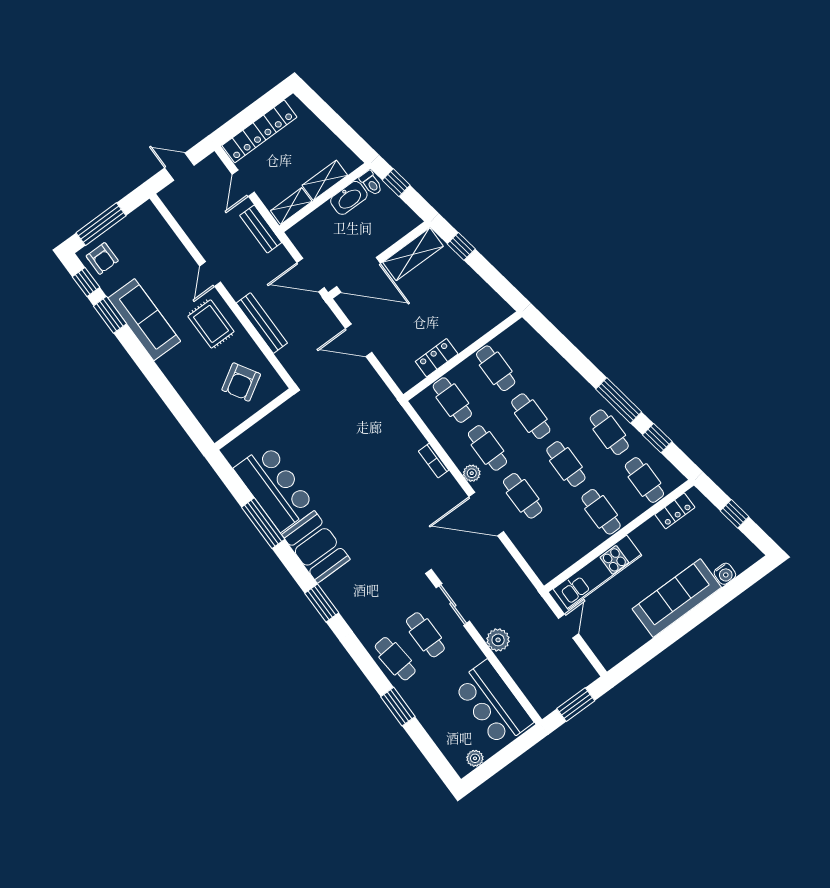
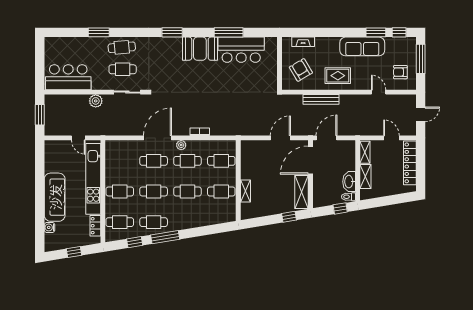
bench: (261, 229) -> (365, 131), removed
armchair: (102, 258) -> (400, 72), moved
door: (210, 274) -> (379, 92), moved
shelving: (470, 335) -> (245, 191), added
locker: (437, 358) -> (246, 168), removed
fireplace: (199, 408) -> (303, 42), added
kitchen unit: (597, 572) -> (93, 179), width x1.36
plant: (475, 758) -> (49, 50), removed

